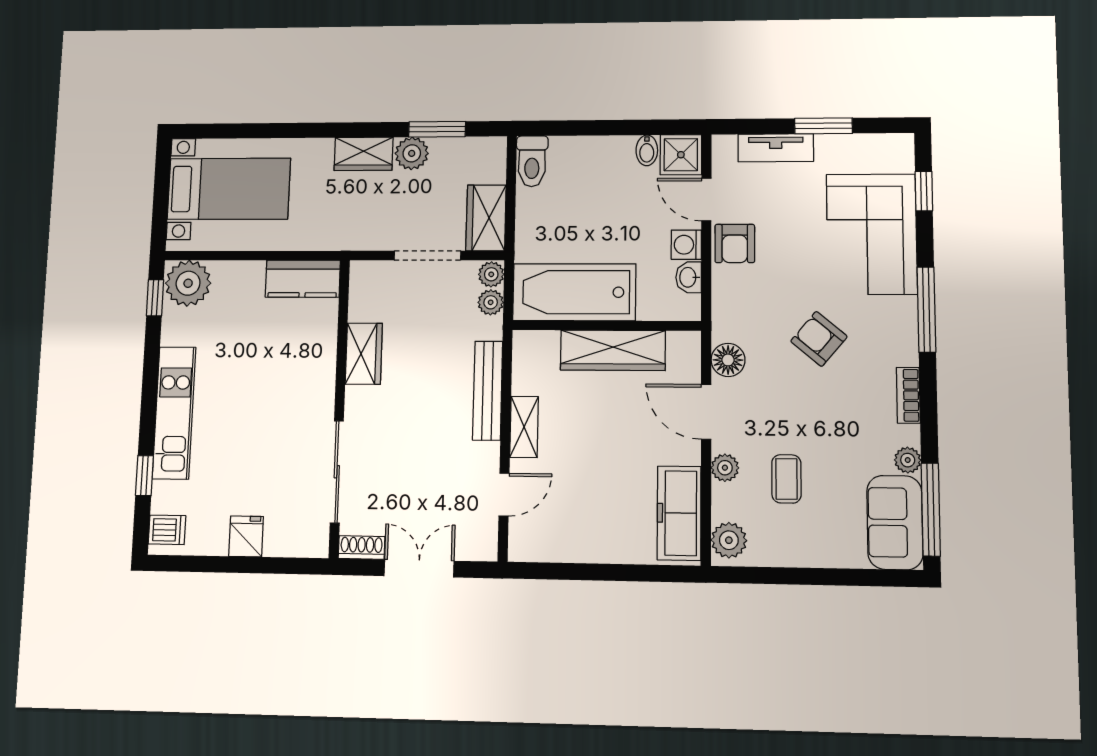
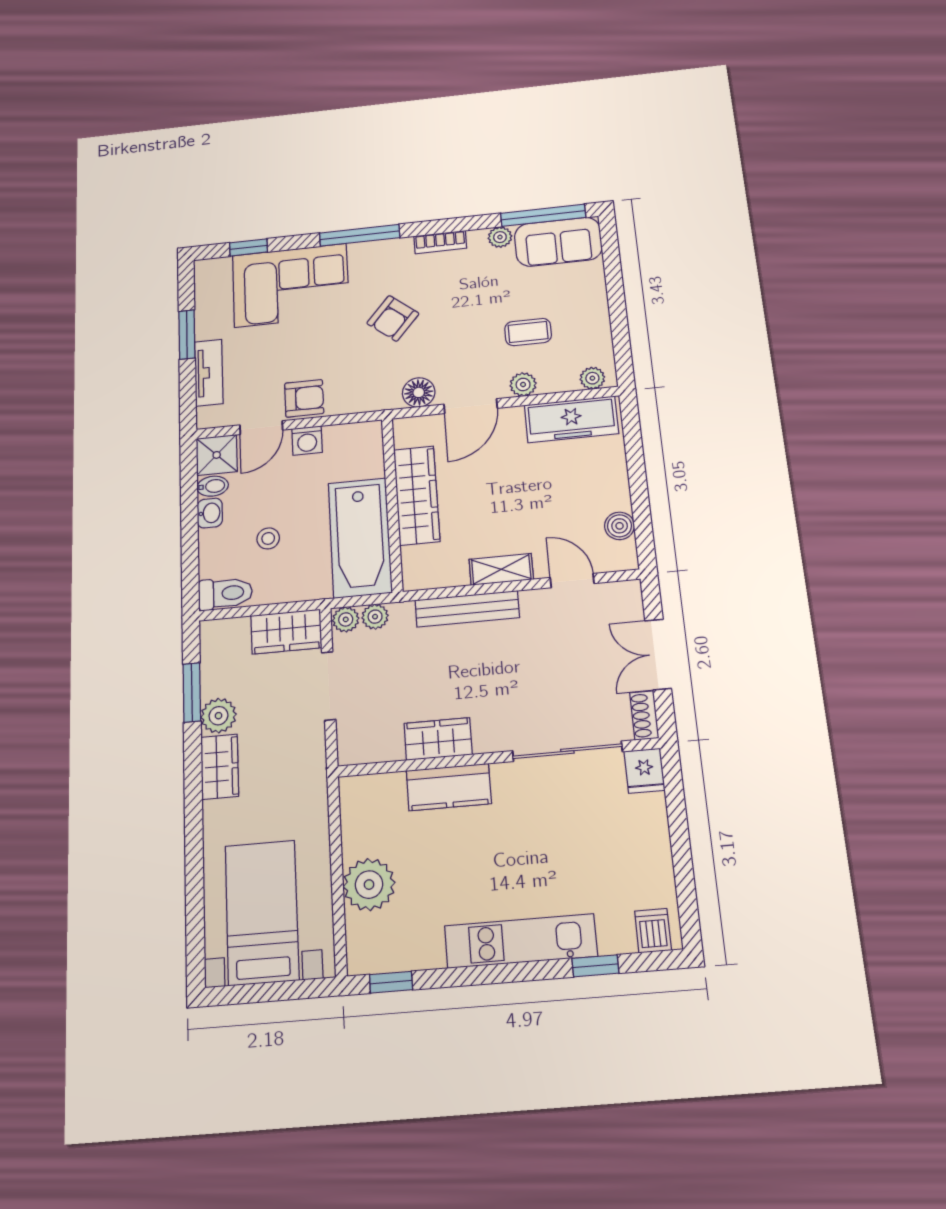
stool: (584, 203) -> (268, 538), added
washbasin: (689, 277) -> (210, 513), moved, turned -90
kitchen counter: (303, 279) -> (449, 787), moved, turned 90
plant: (188, 283) -> (369, 885), moved
fridge: (246, 536) -> (644, 771), moved, turned -90
plant: (729, 540) -> (592, 378), width x0.73, depth x0.73
boiler: (556, 548) -> (620, 526), added

